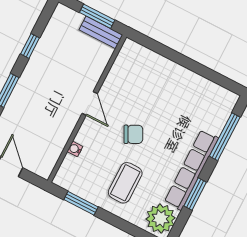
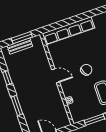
bench: (101, 32) -> (20, 46), moved
row of seats: (161, 66) -> (68, 31), added

